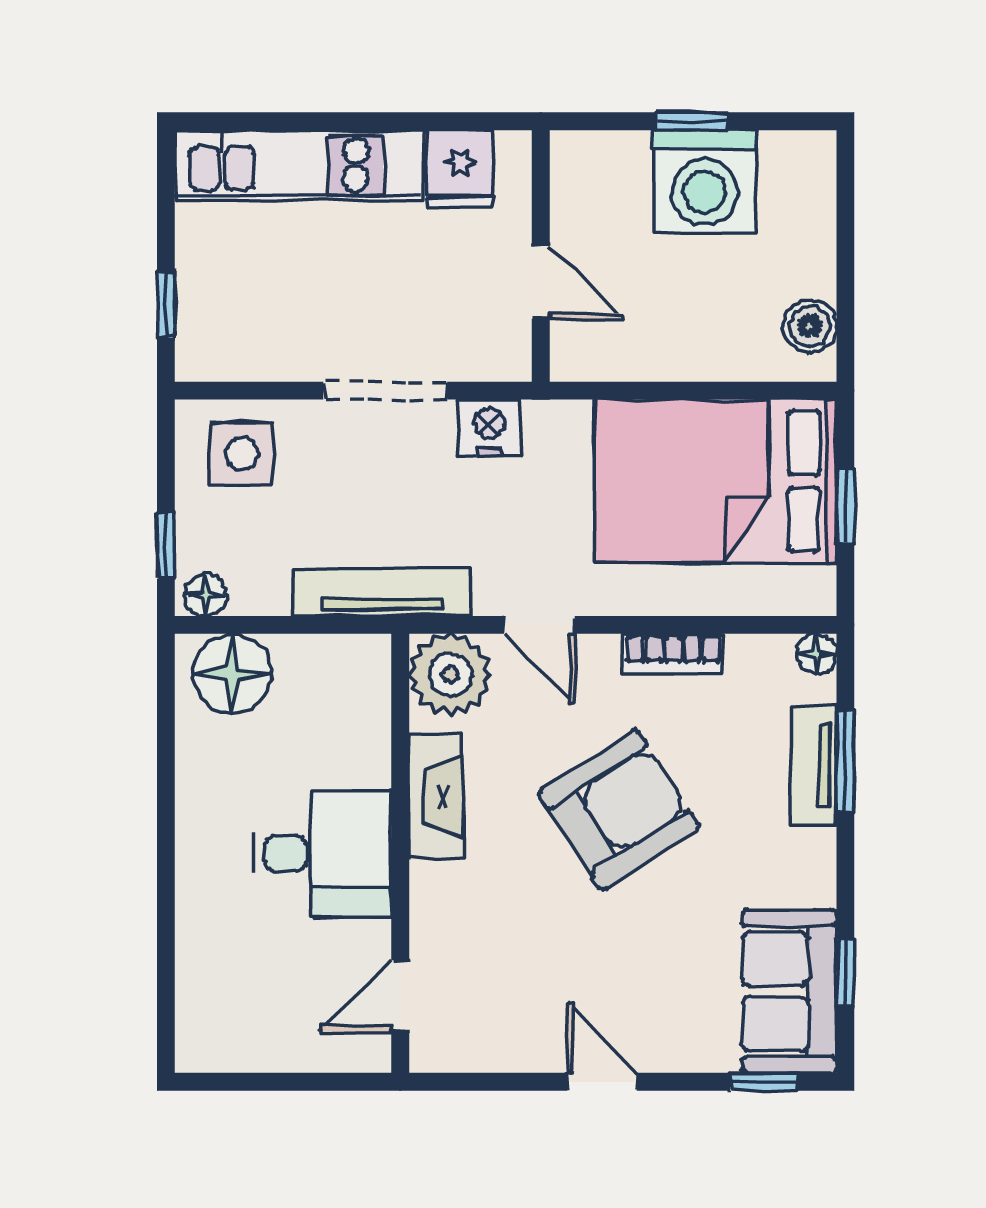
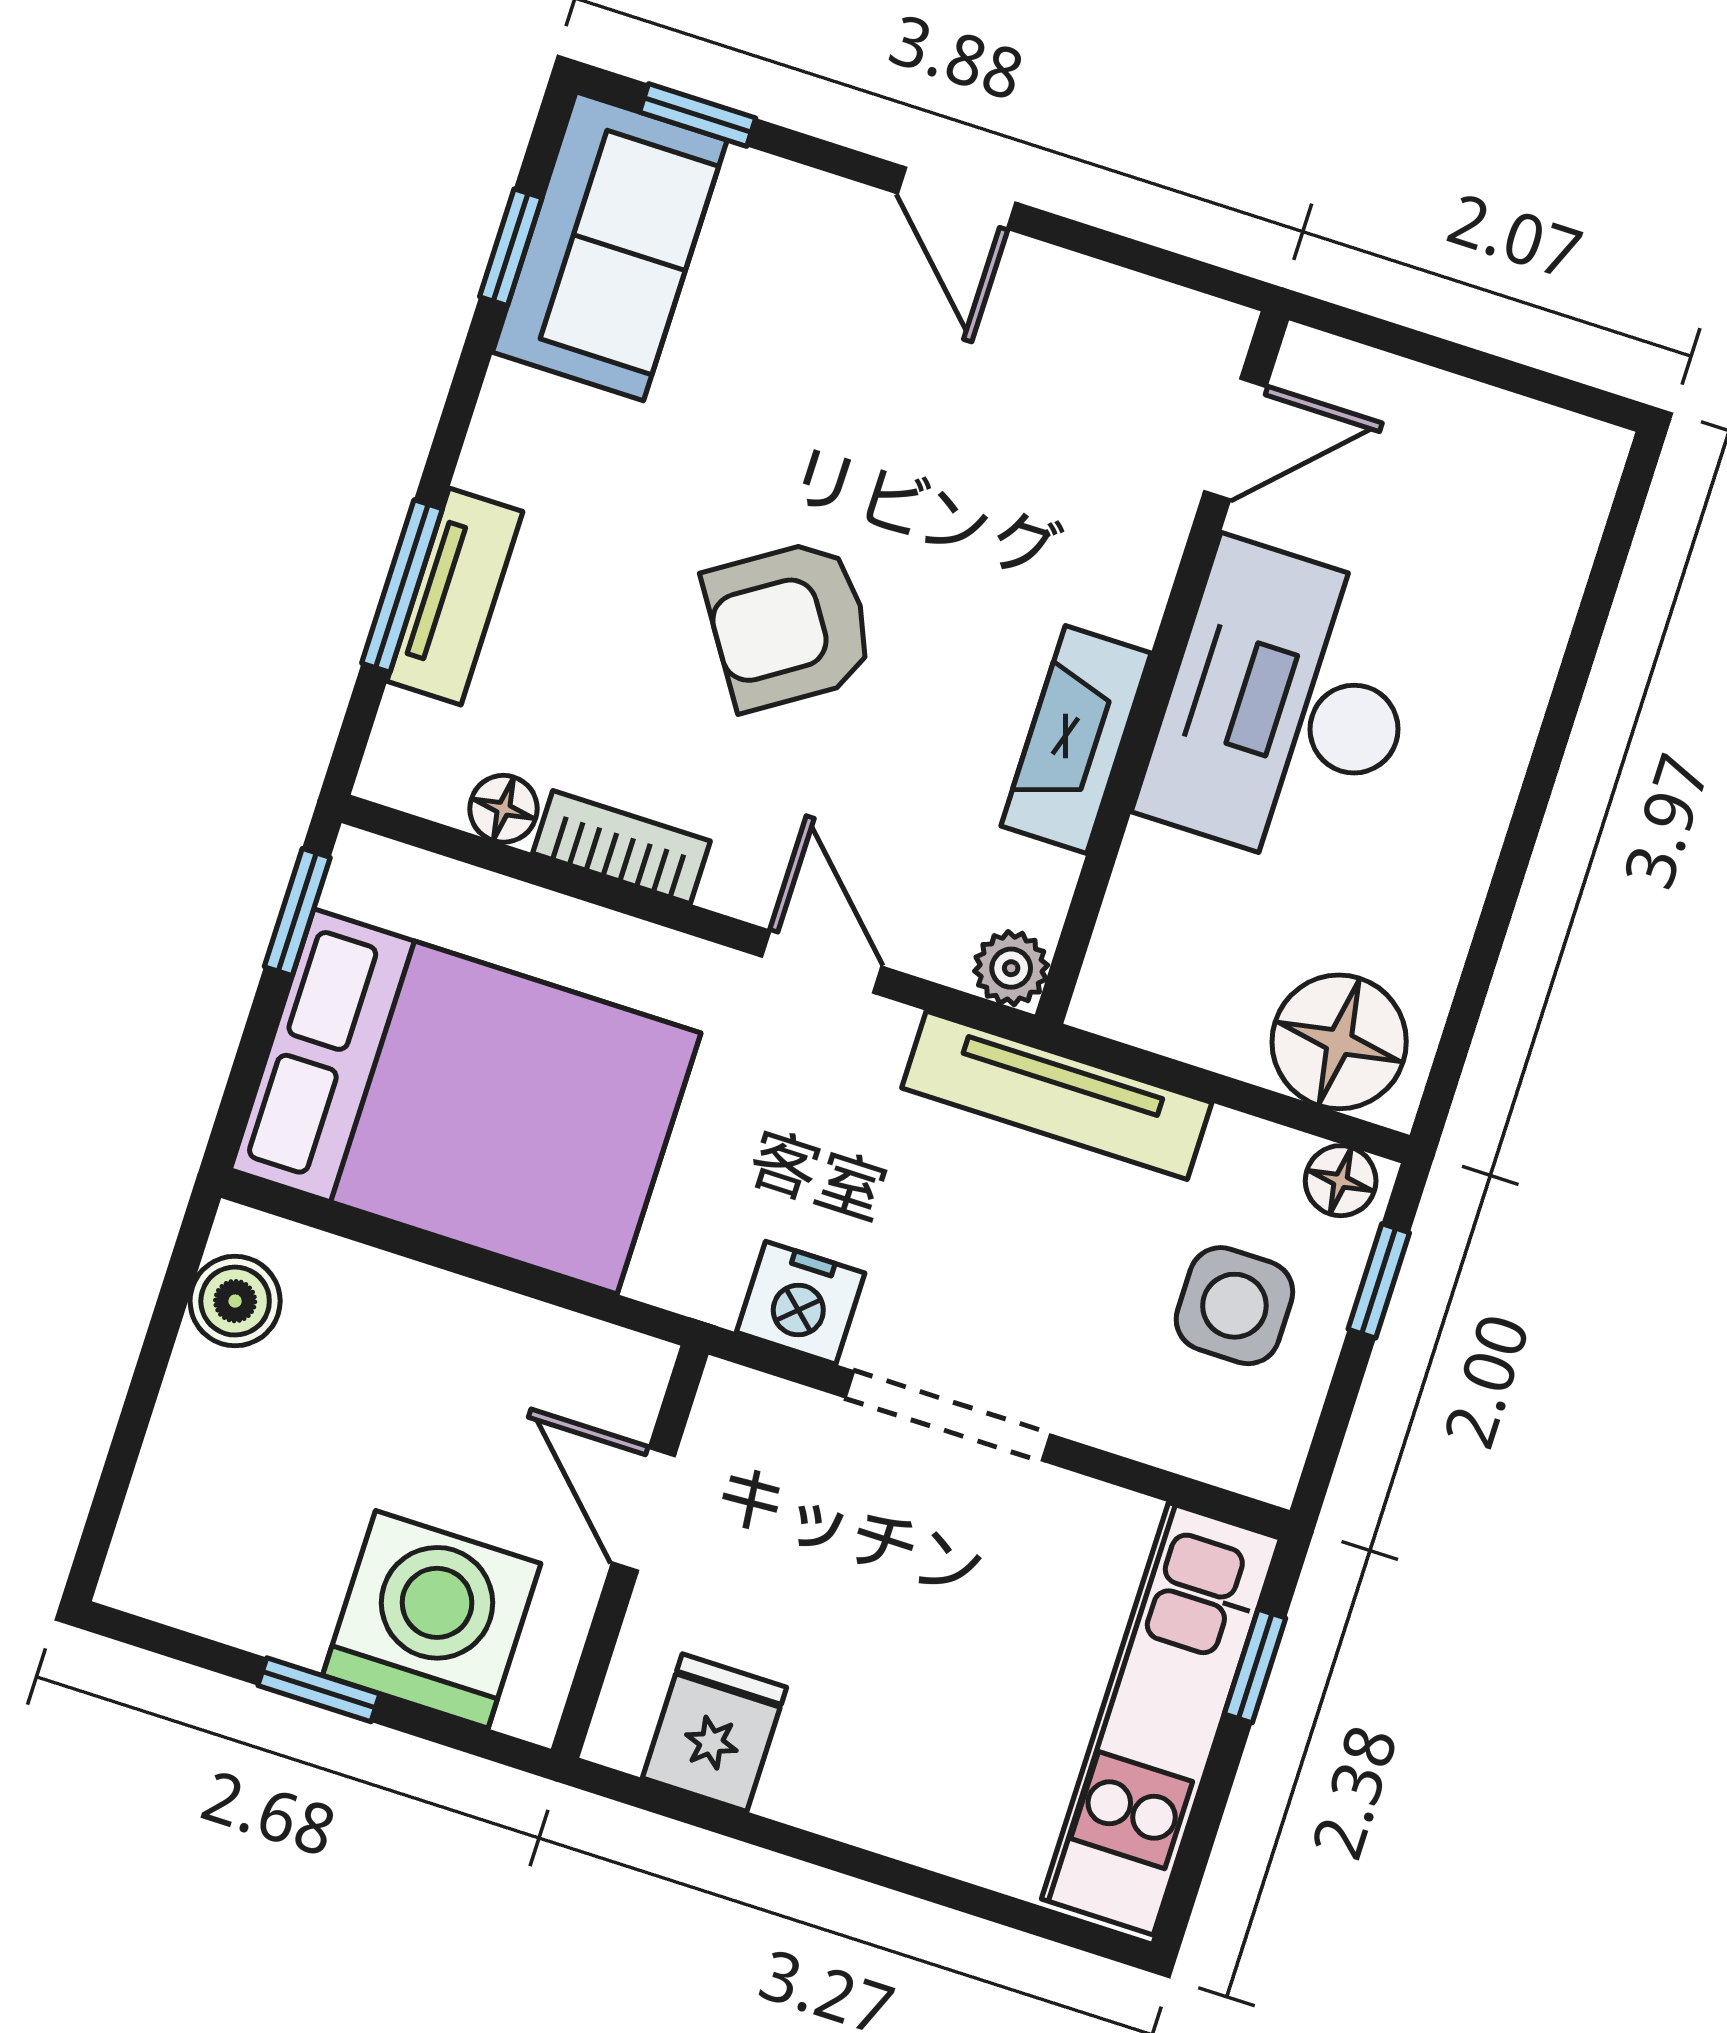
kitchen unit: (299, 165) -> (1161, 1719), moved, turned -90
washing machine: (704, 182) -> (432, 1619), moved
side table: (242, 454) -> (1234, 1306), moved
window: (845, 506) -> (297, 912), moved
floor lamp: (817, 654) -> (503, 809), moved
plant: (450, 675) -> (1011, 968), width x0.53, depth x0.53
armchair: (619, 810) -> (789, 625), width x0.73, depth x0.73
desk: (323, 853) -> (1286, 707), width x1.37

